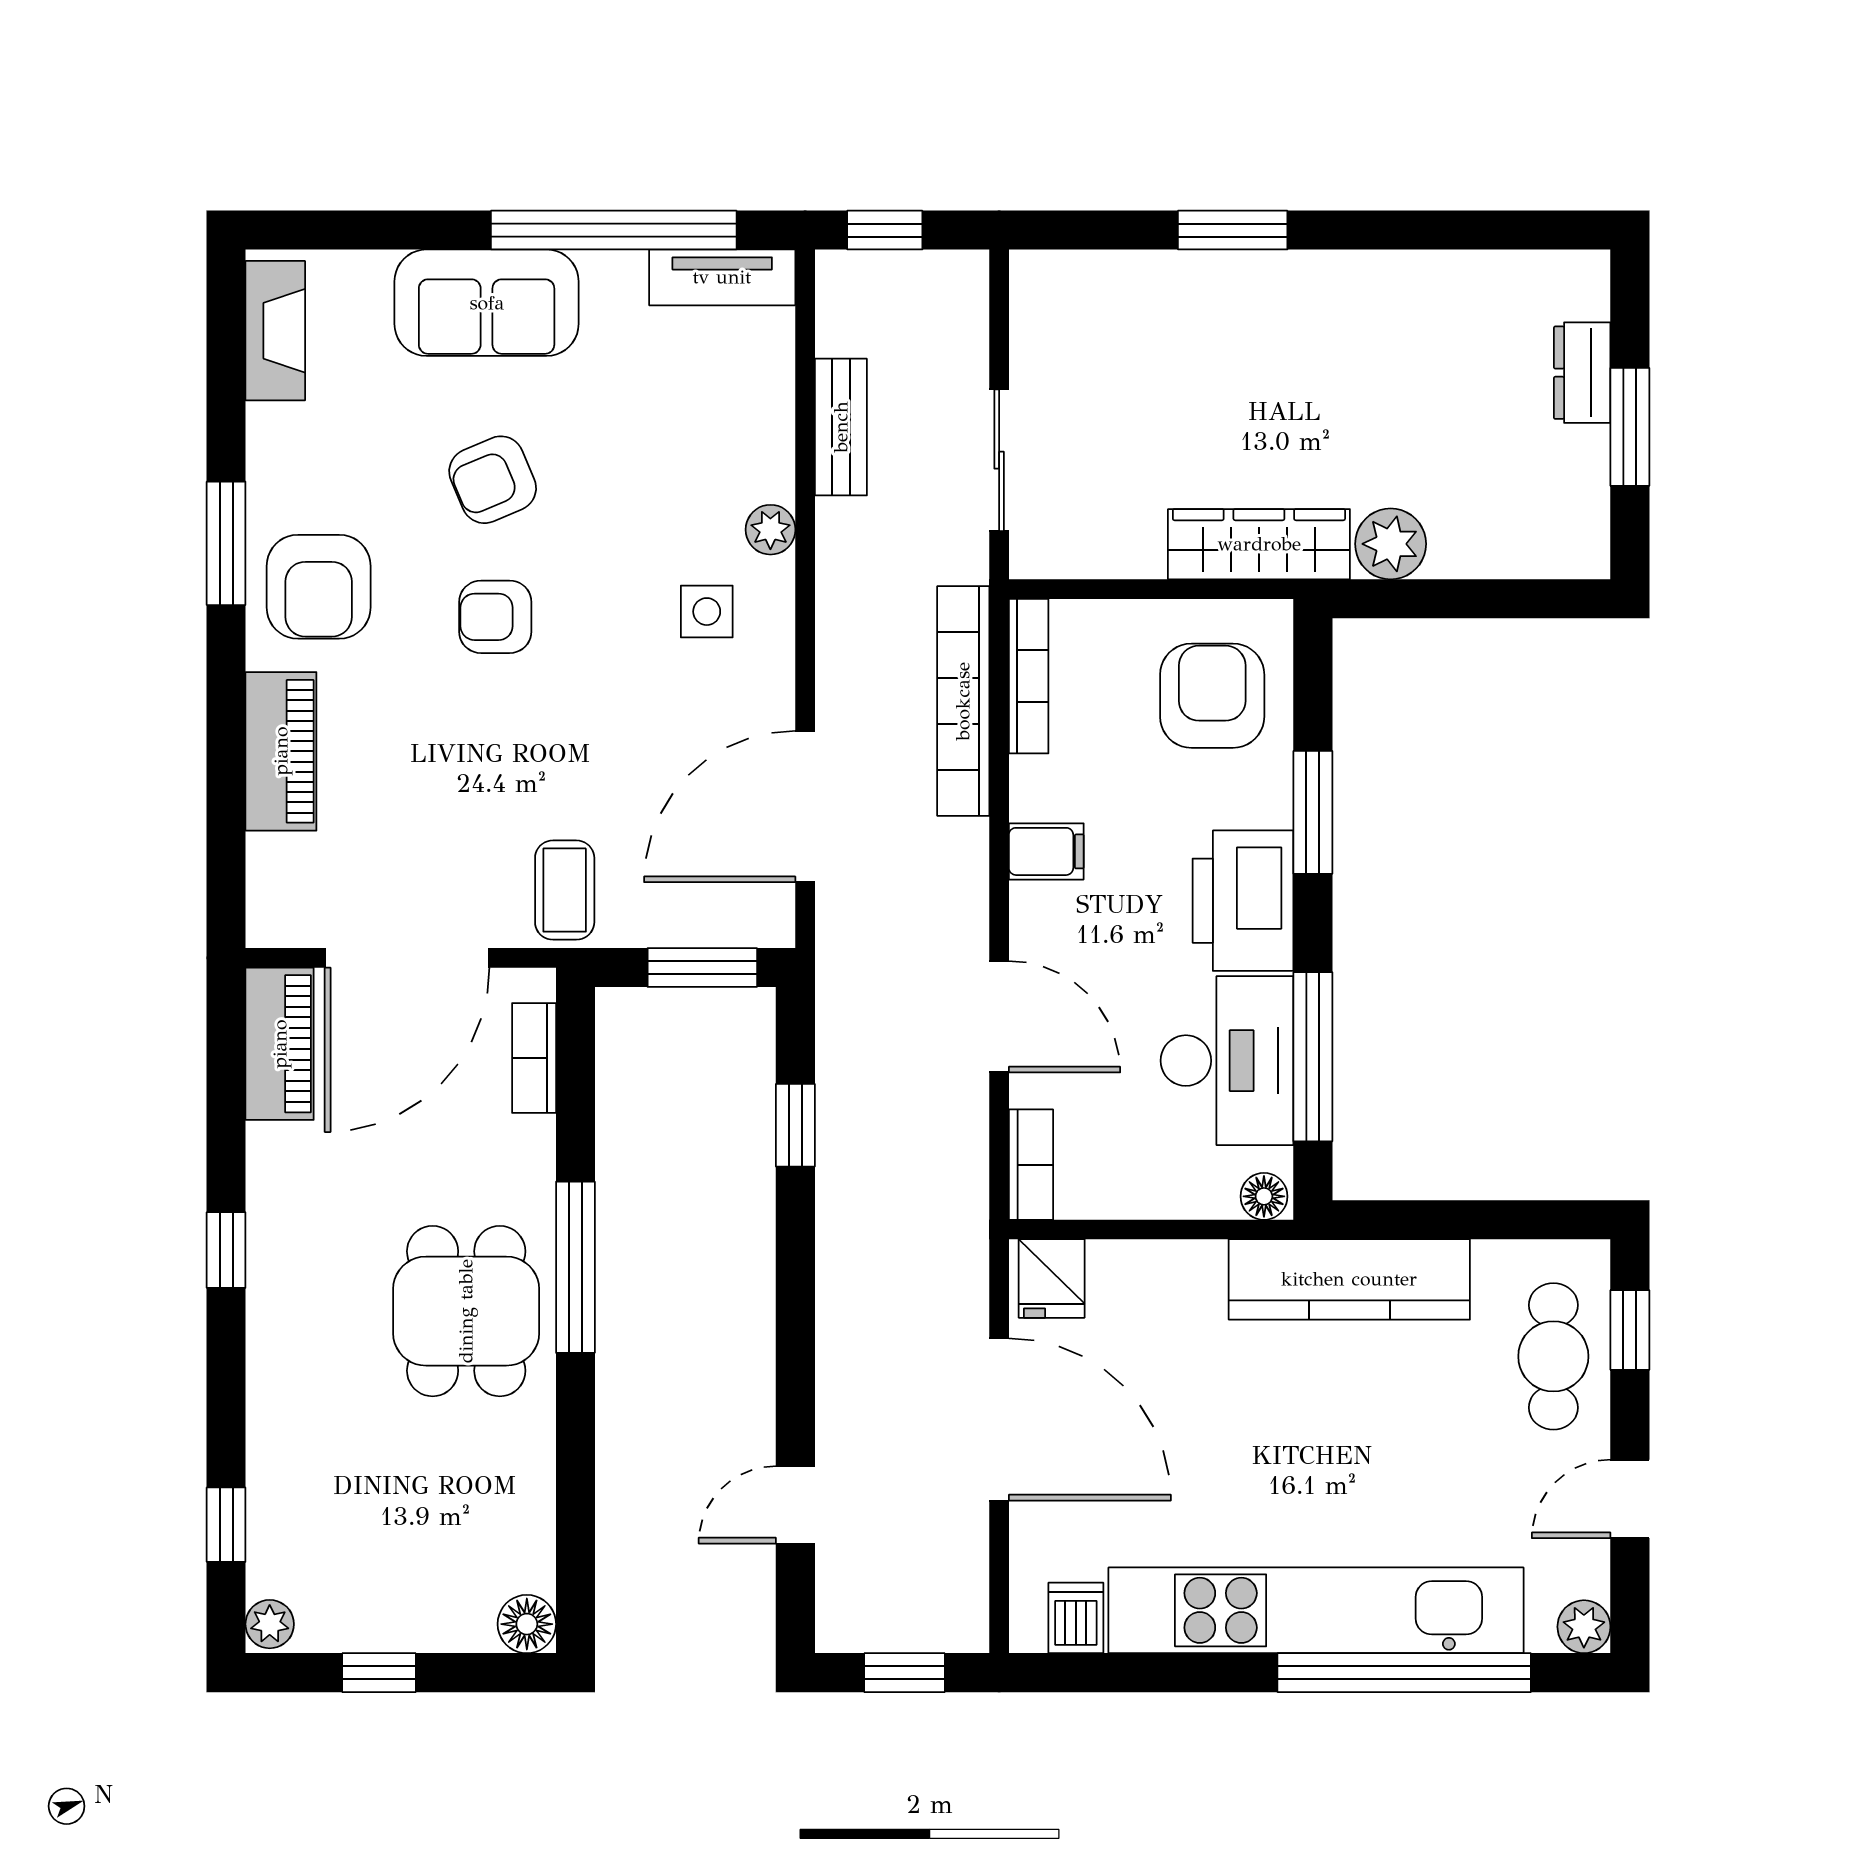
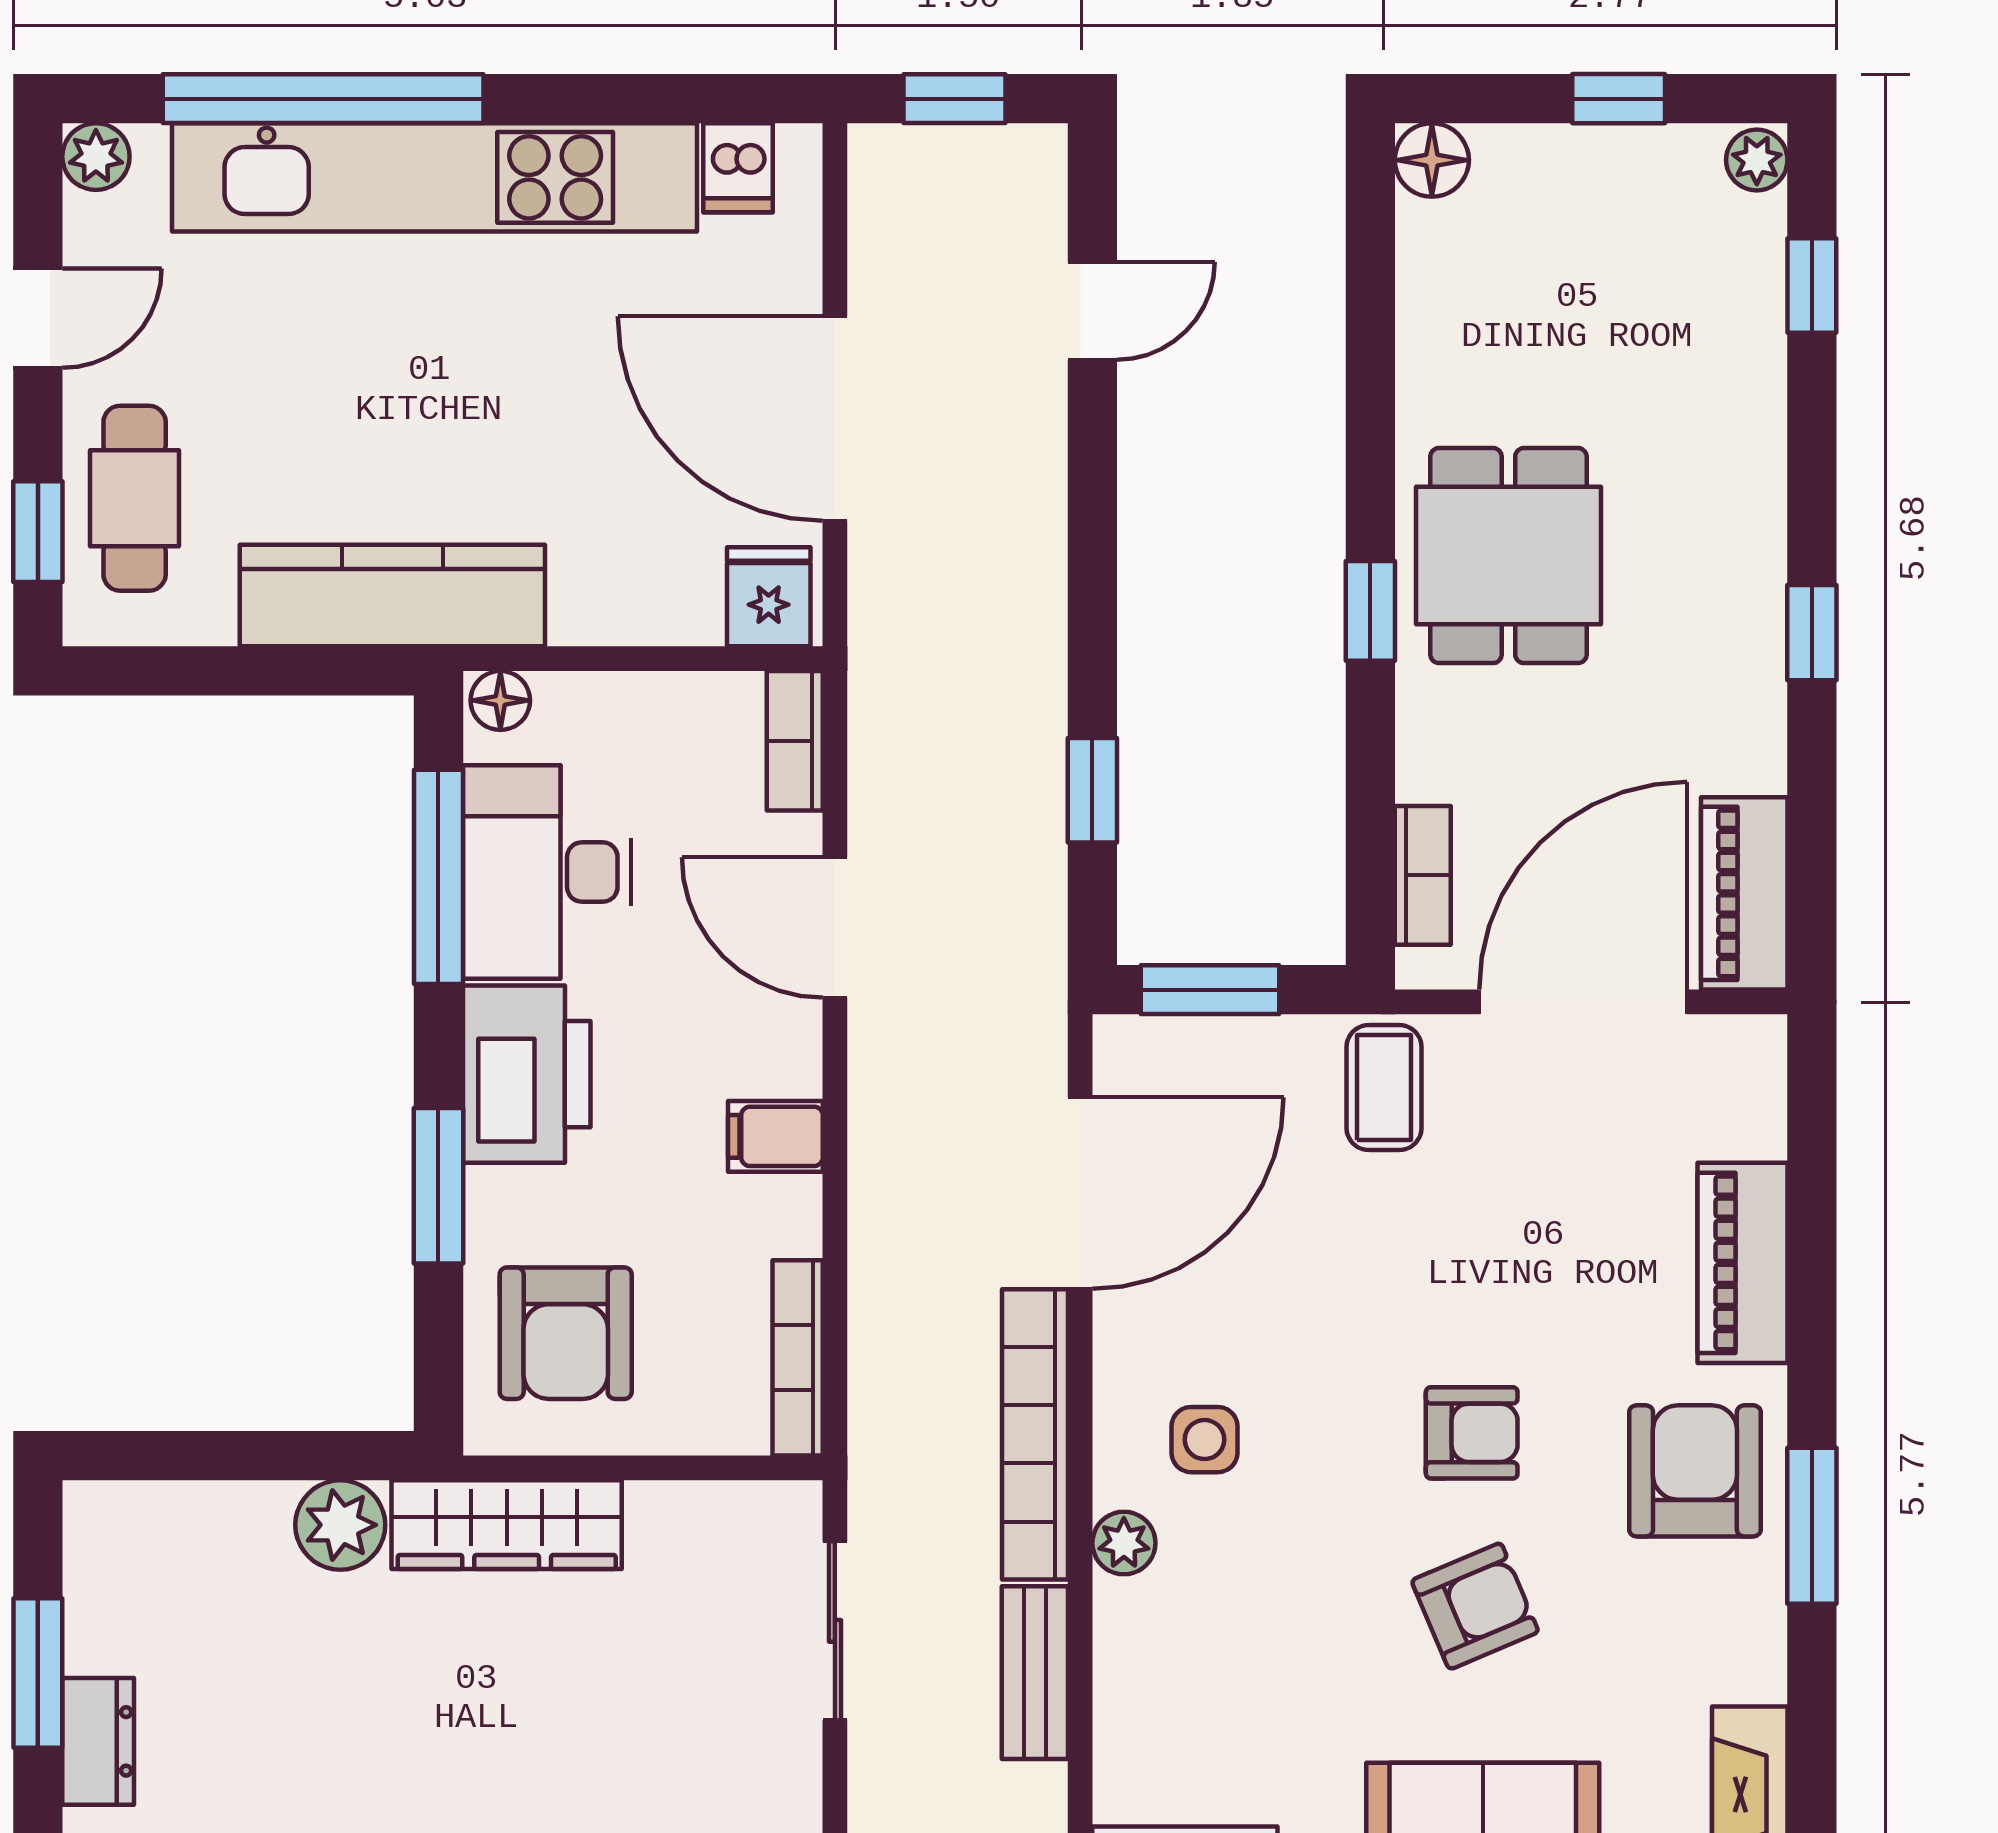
bookcase: (963, 701) -> (1035, 1434), moved, turned 180
window: (575, 1267) -> (1370, 611), width x0.46

